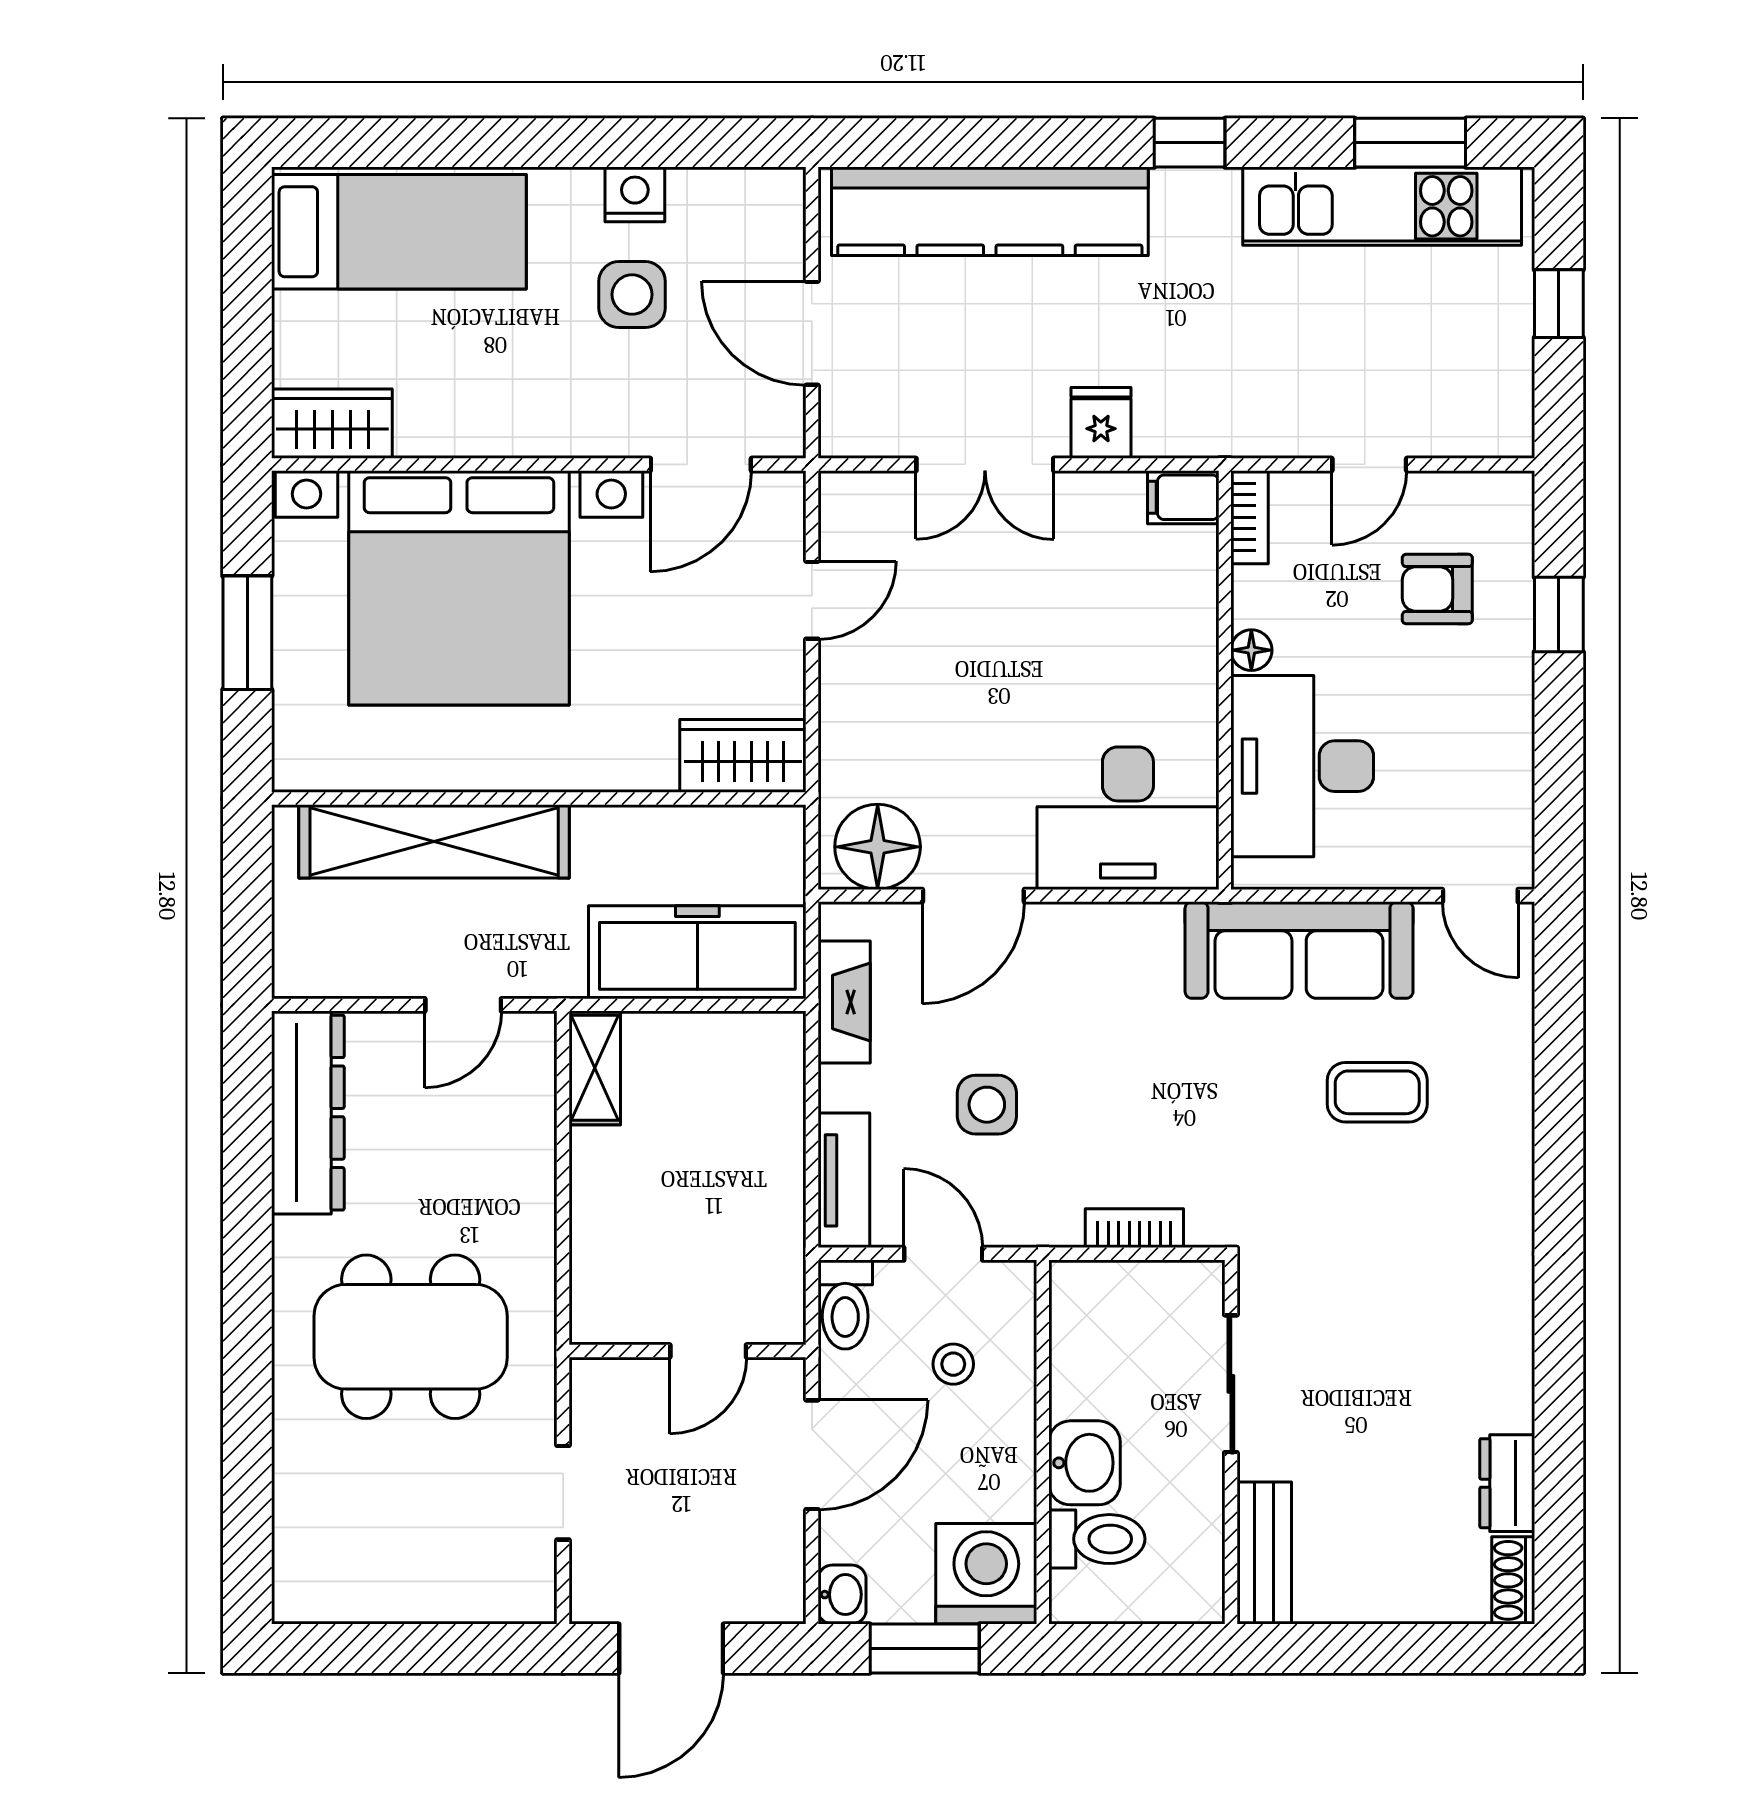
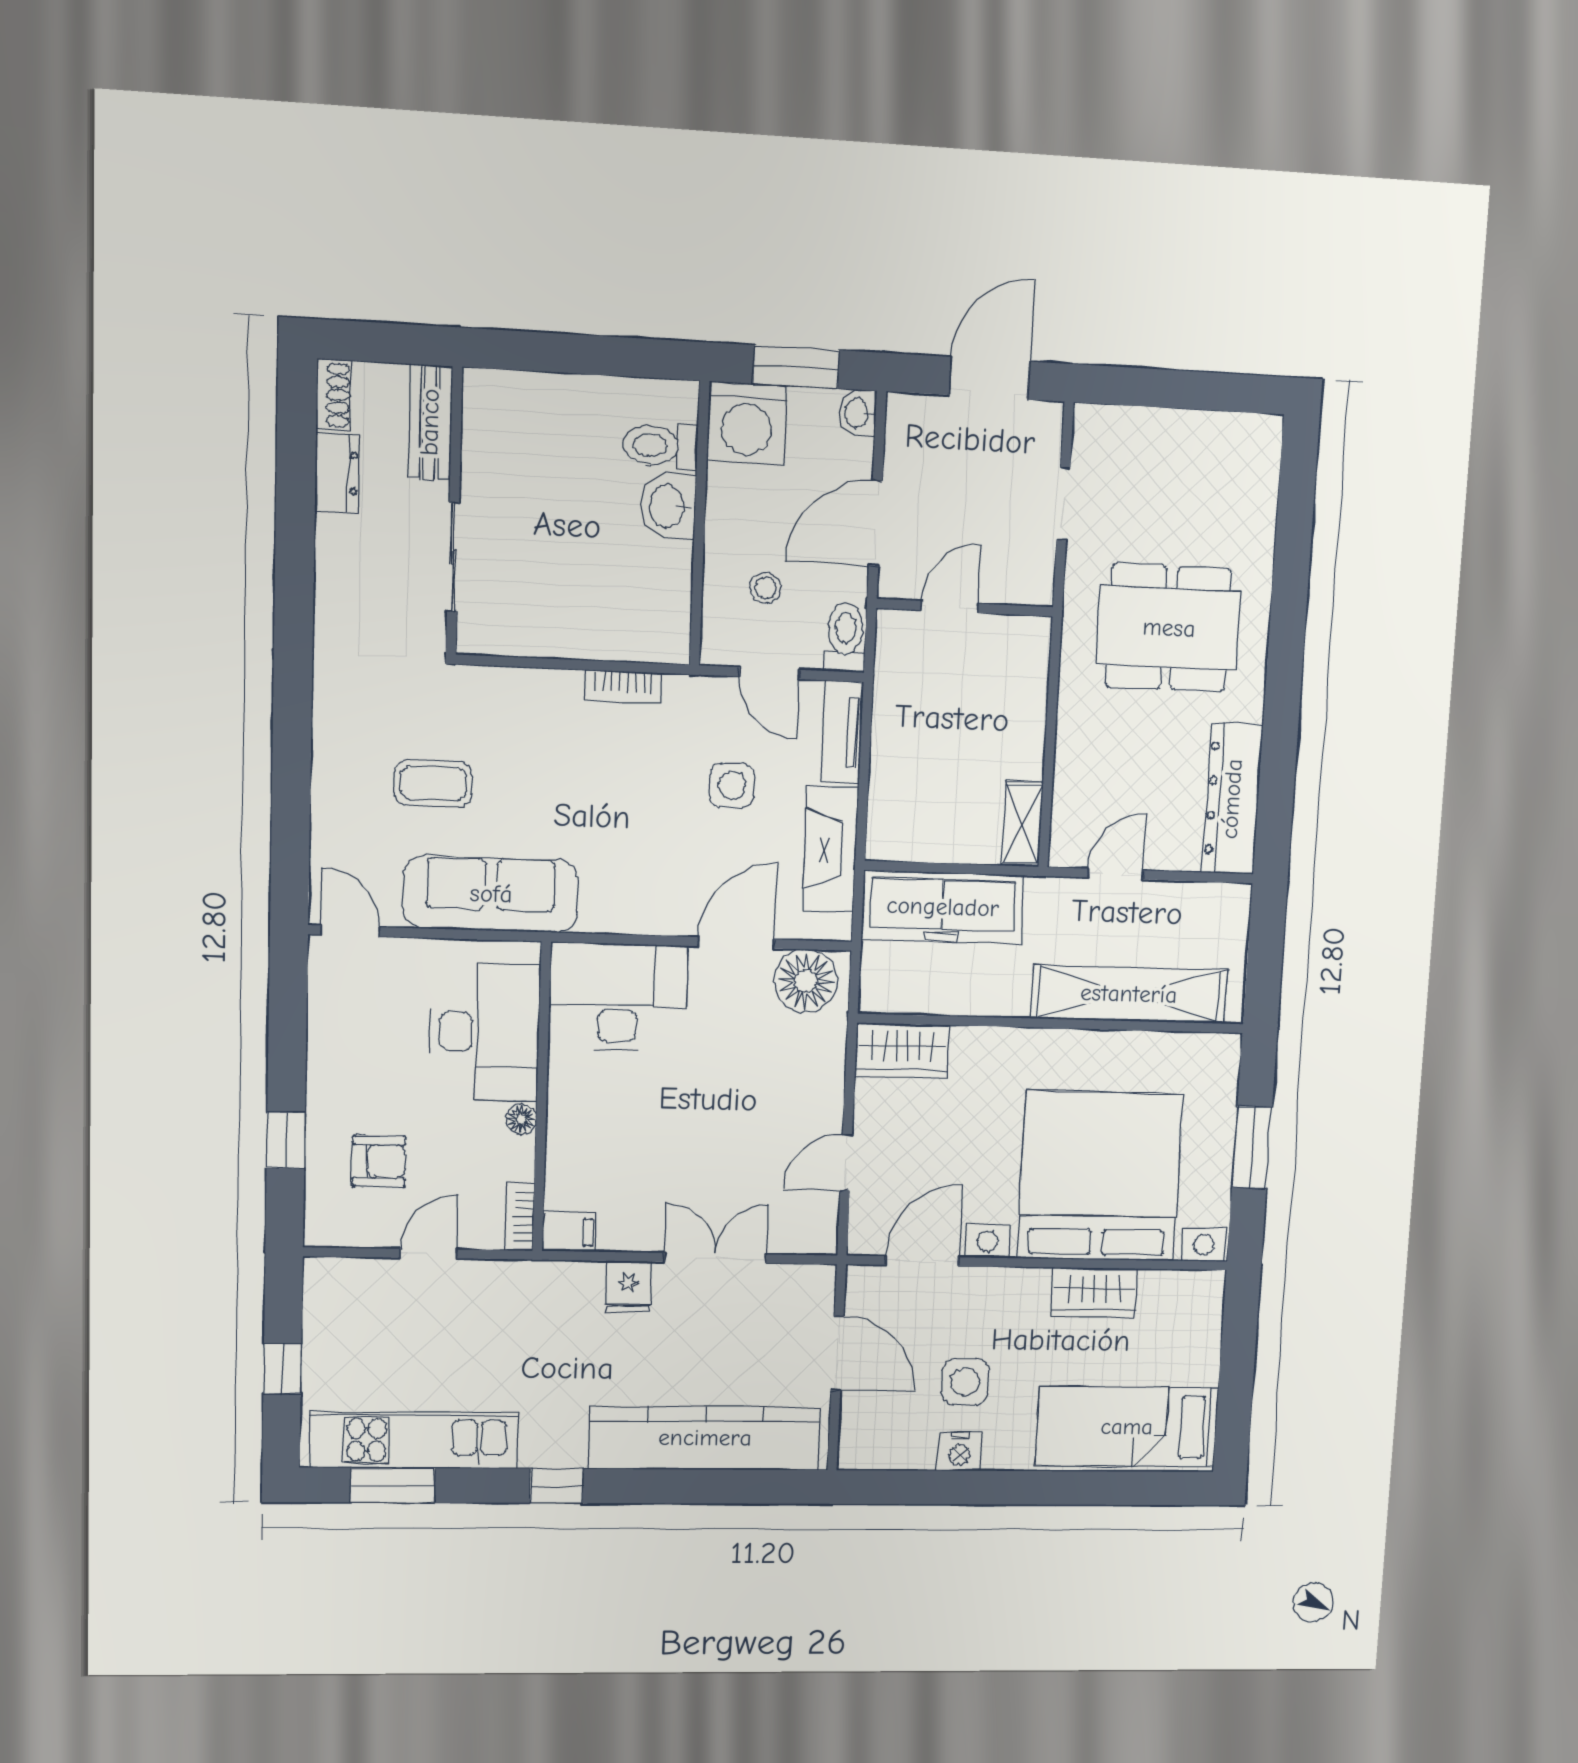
wardrobe: (332, 424) -> (1094, 1292), moved
fireplace: (844, 1002) -> (830, 849), width x1.37, depth x1.32
sliding door: (1231, 1384) -> (453, 557), moved
wall: (1231, 1442) -> (454, 512), moved
bench: (1264, 1553) -> (430, 422), moved

